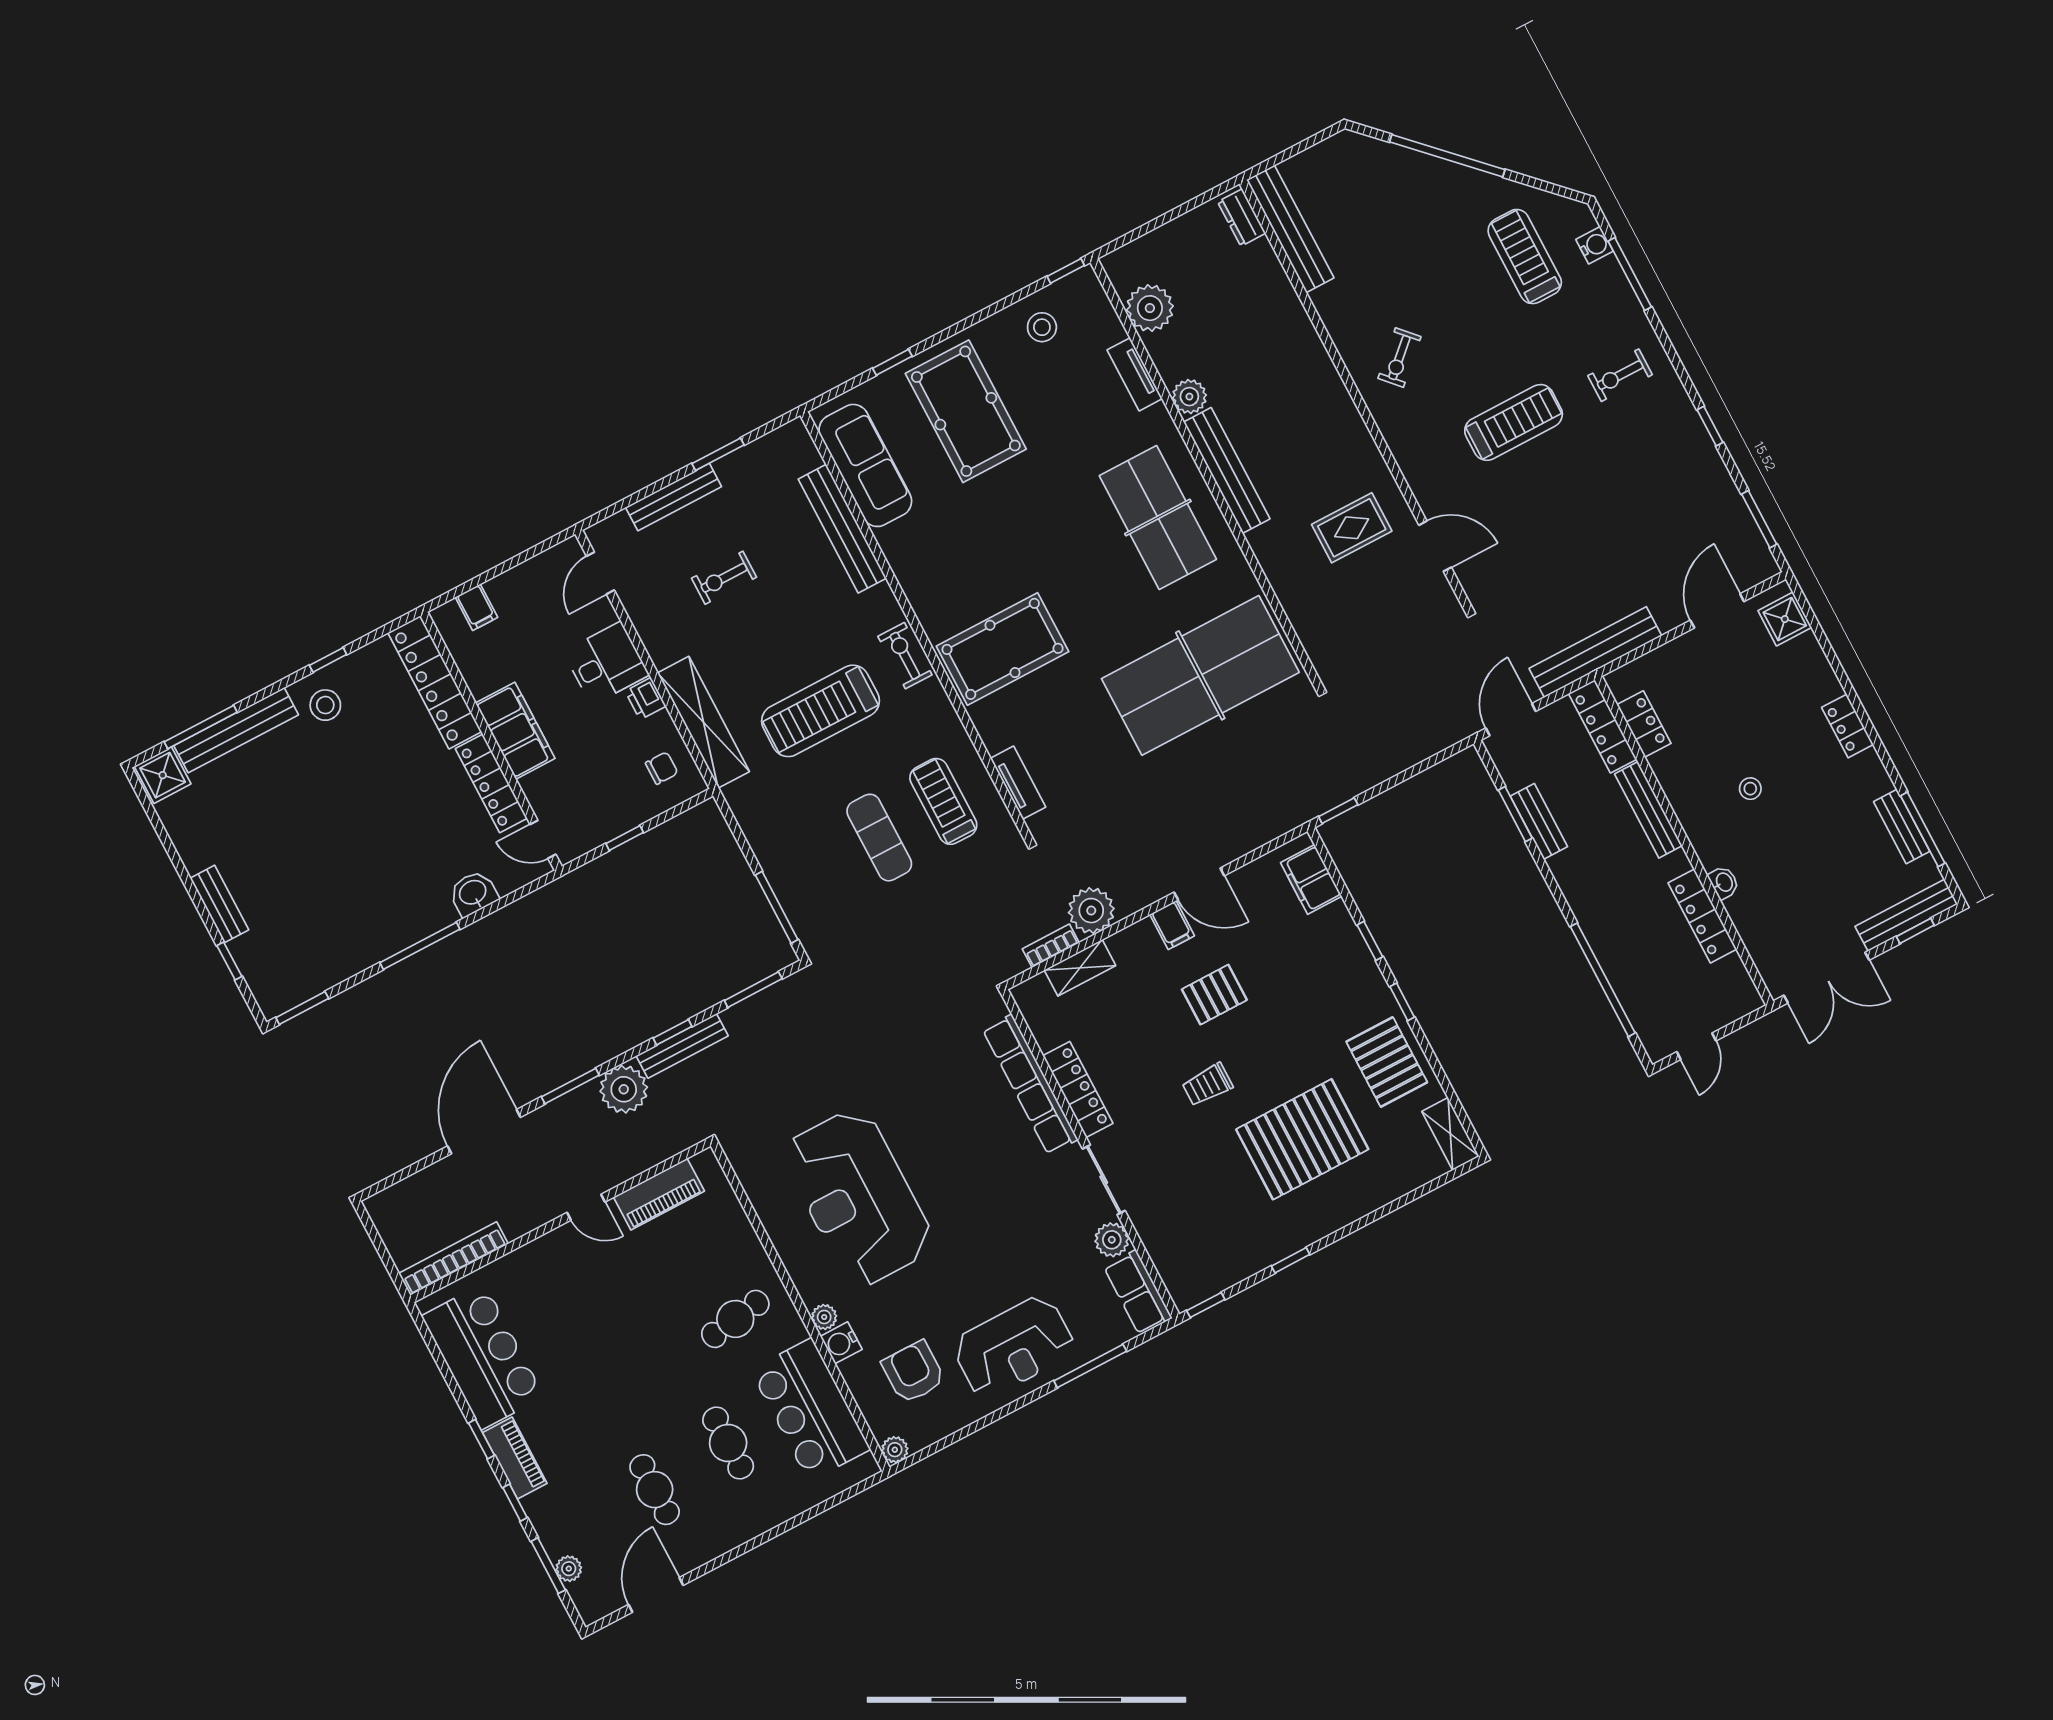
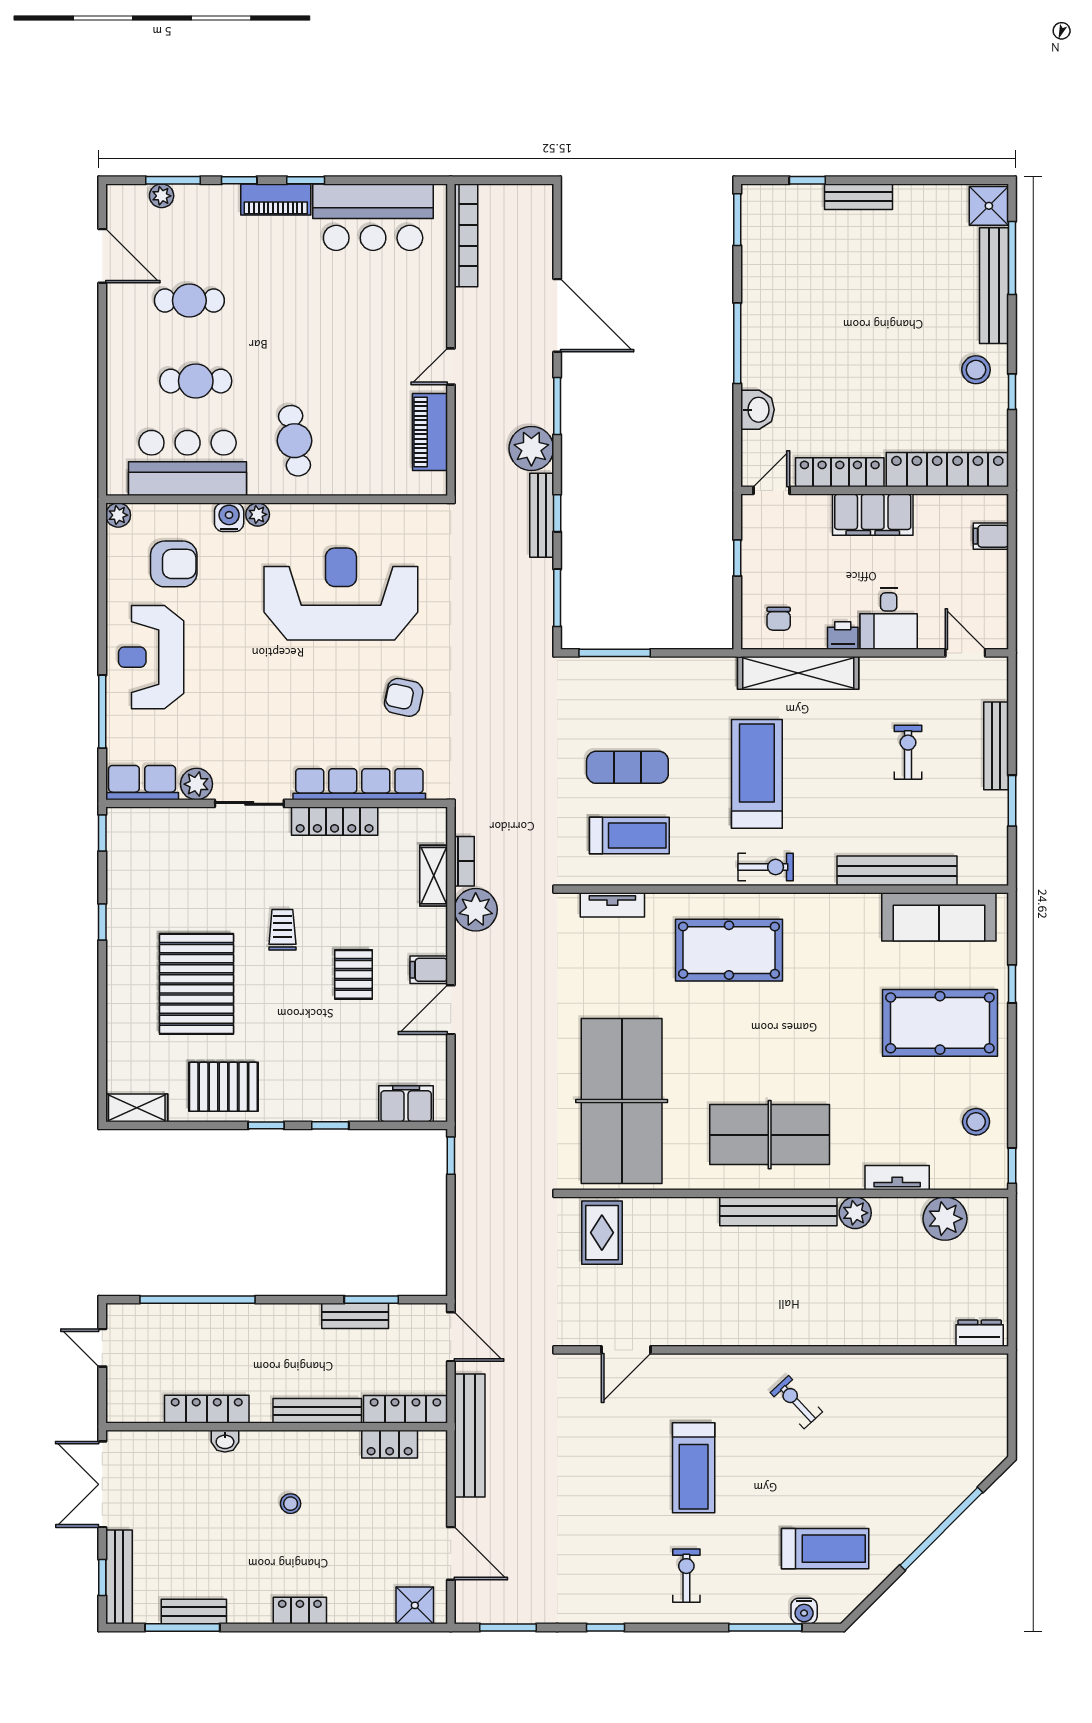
bench: (1290, 229) -> (949, 1368), removed
rug: (1352, 528) -> (602, 1233), moved
pool table: (1003, 649) -> (729, 950), turned 90
armchair: (925, 1086) -> (404, 697), added

